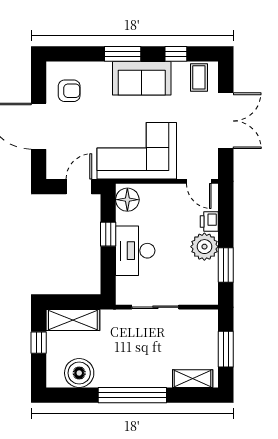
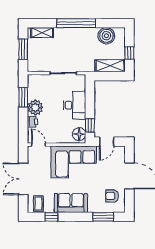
window: (123, 54) -> (103, 217), moved
window: (108, 234) -> (90, 125), moved

